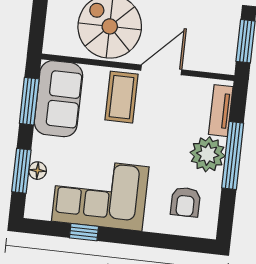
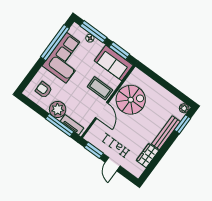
window: (233, 156) -> (60, 125), moved
window: (21, 171) -> (94, 32), width x1.44
window: (84, 232) -> (55, 43), width x3.17

